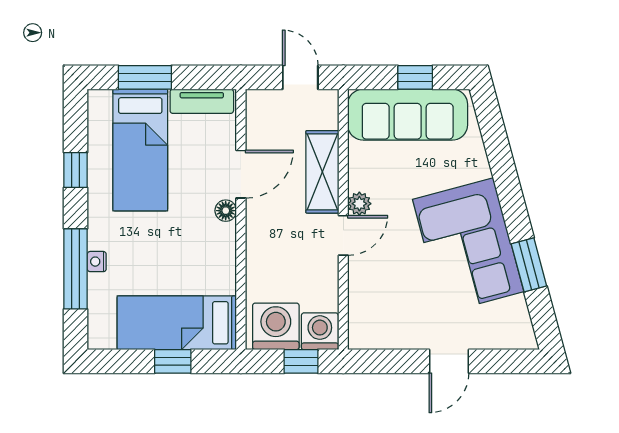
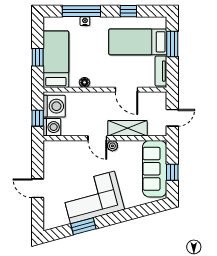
floor lamp: (226, 211) -> (85, 82), moved

